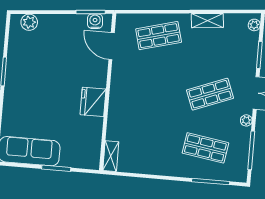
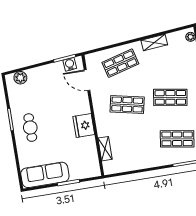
cafe table: (26, 87) -> (30, 128), added
shop shelf: (154, 89) -> (127, 104), added
shop shelf: (210, 94) -> (170, 97), turned 30
shelving: (111, 156) -> (105, 149), moved

